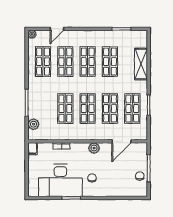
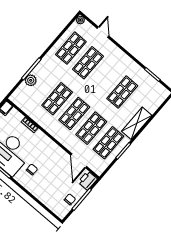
door: (57, 29) -> (103, 32), swing flipped
shop shelf: (88, 62) -> (105, 77), removed
shelving: (141, 64) -> (137, 123), moved
plant: (34, 124) -> (31, 80), moved
door: (122, 141) -> (79, 161), hinge flipped
plant: (94, 148) -> (53, 148), removed
printer: (141, 150) -> (88, 181), added

